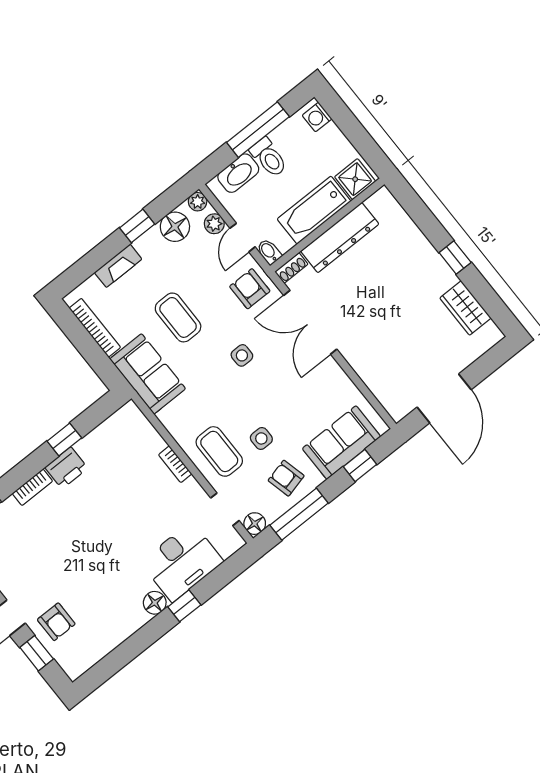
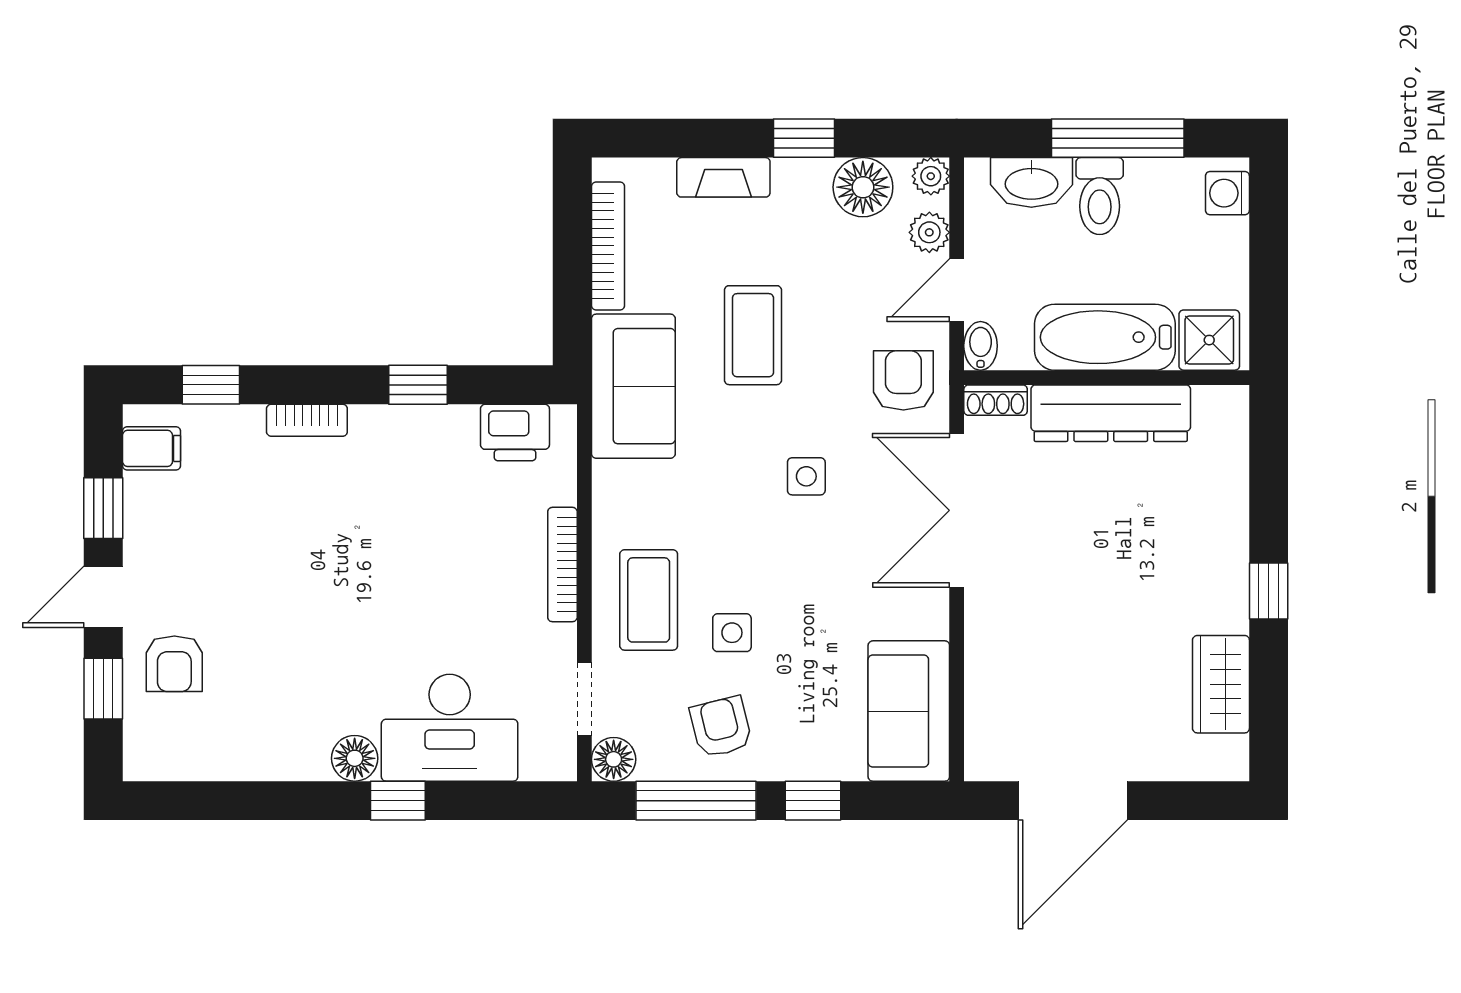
sofa: (341, 443) -> (909, 711), moved, turned -90
bookcase: (175, 464) -> (562, 565), width x1.56
window: (360, 466) -> (813, 801), moved
printer: (66, 468) -> (515, 432), moved

